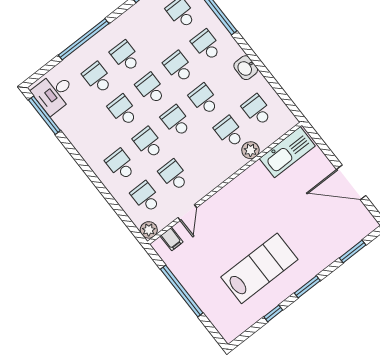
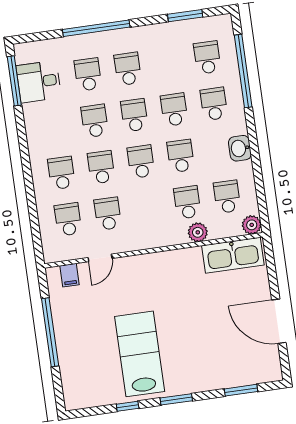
desk: (54, 93) -> (39, 82), moved
plant: (149, 230) -> (252, 225), moved
lab bench: (259, 268) -> (140, 354), turned -90

